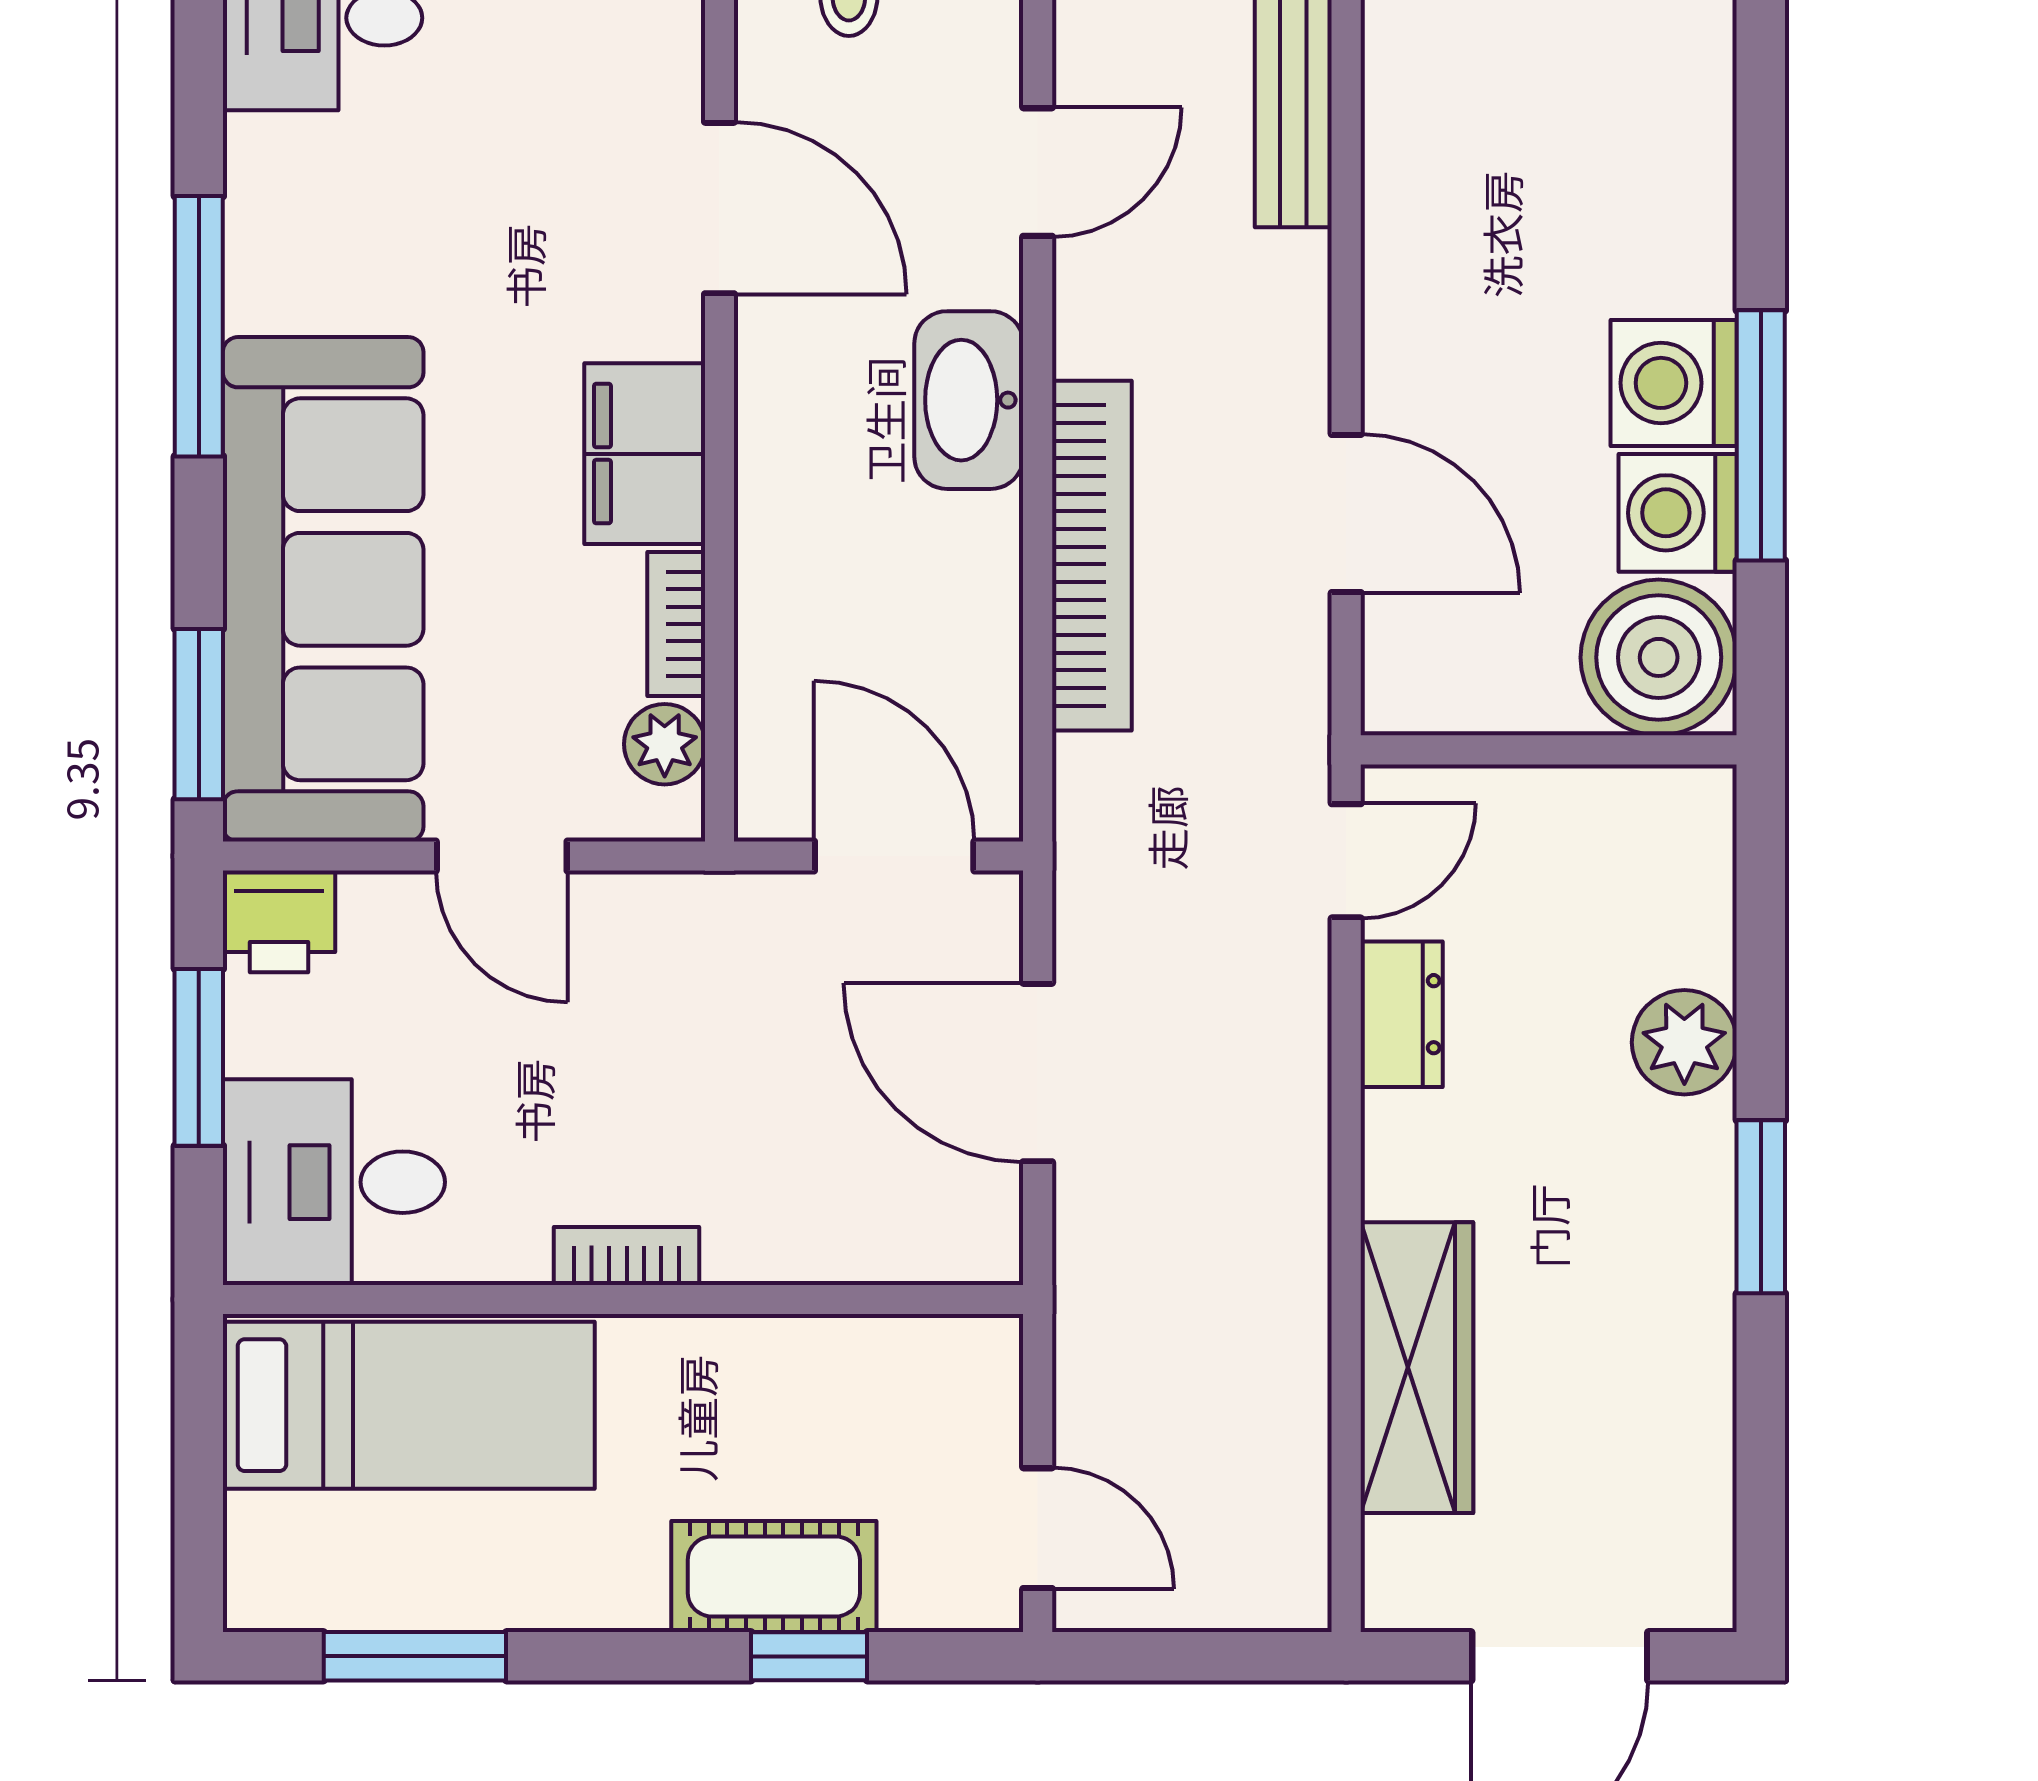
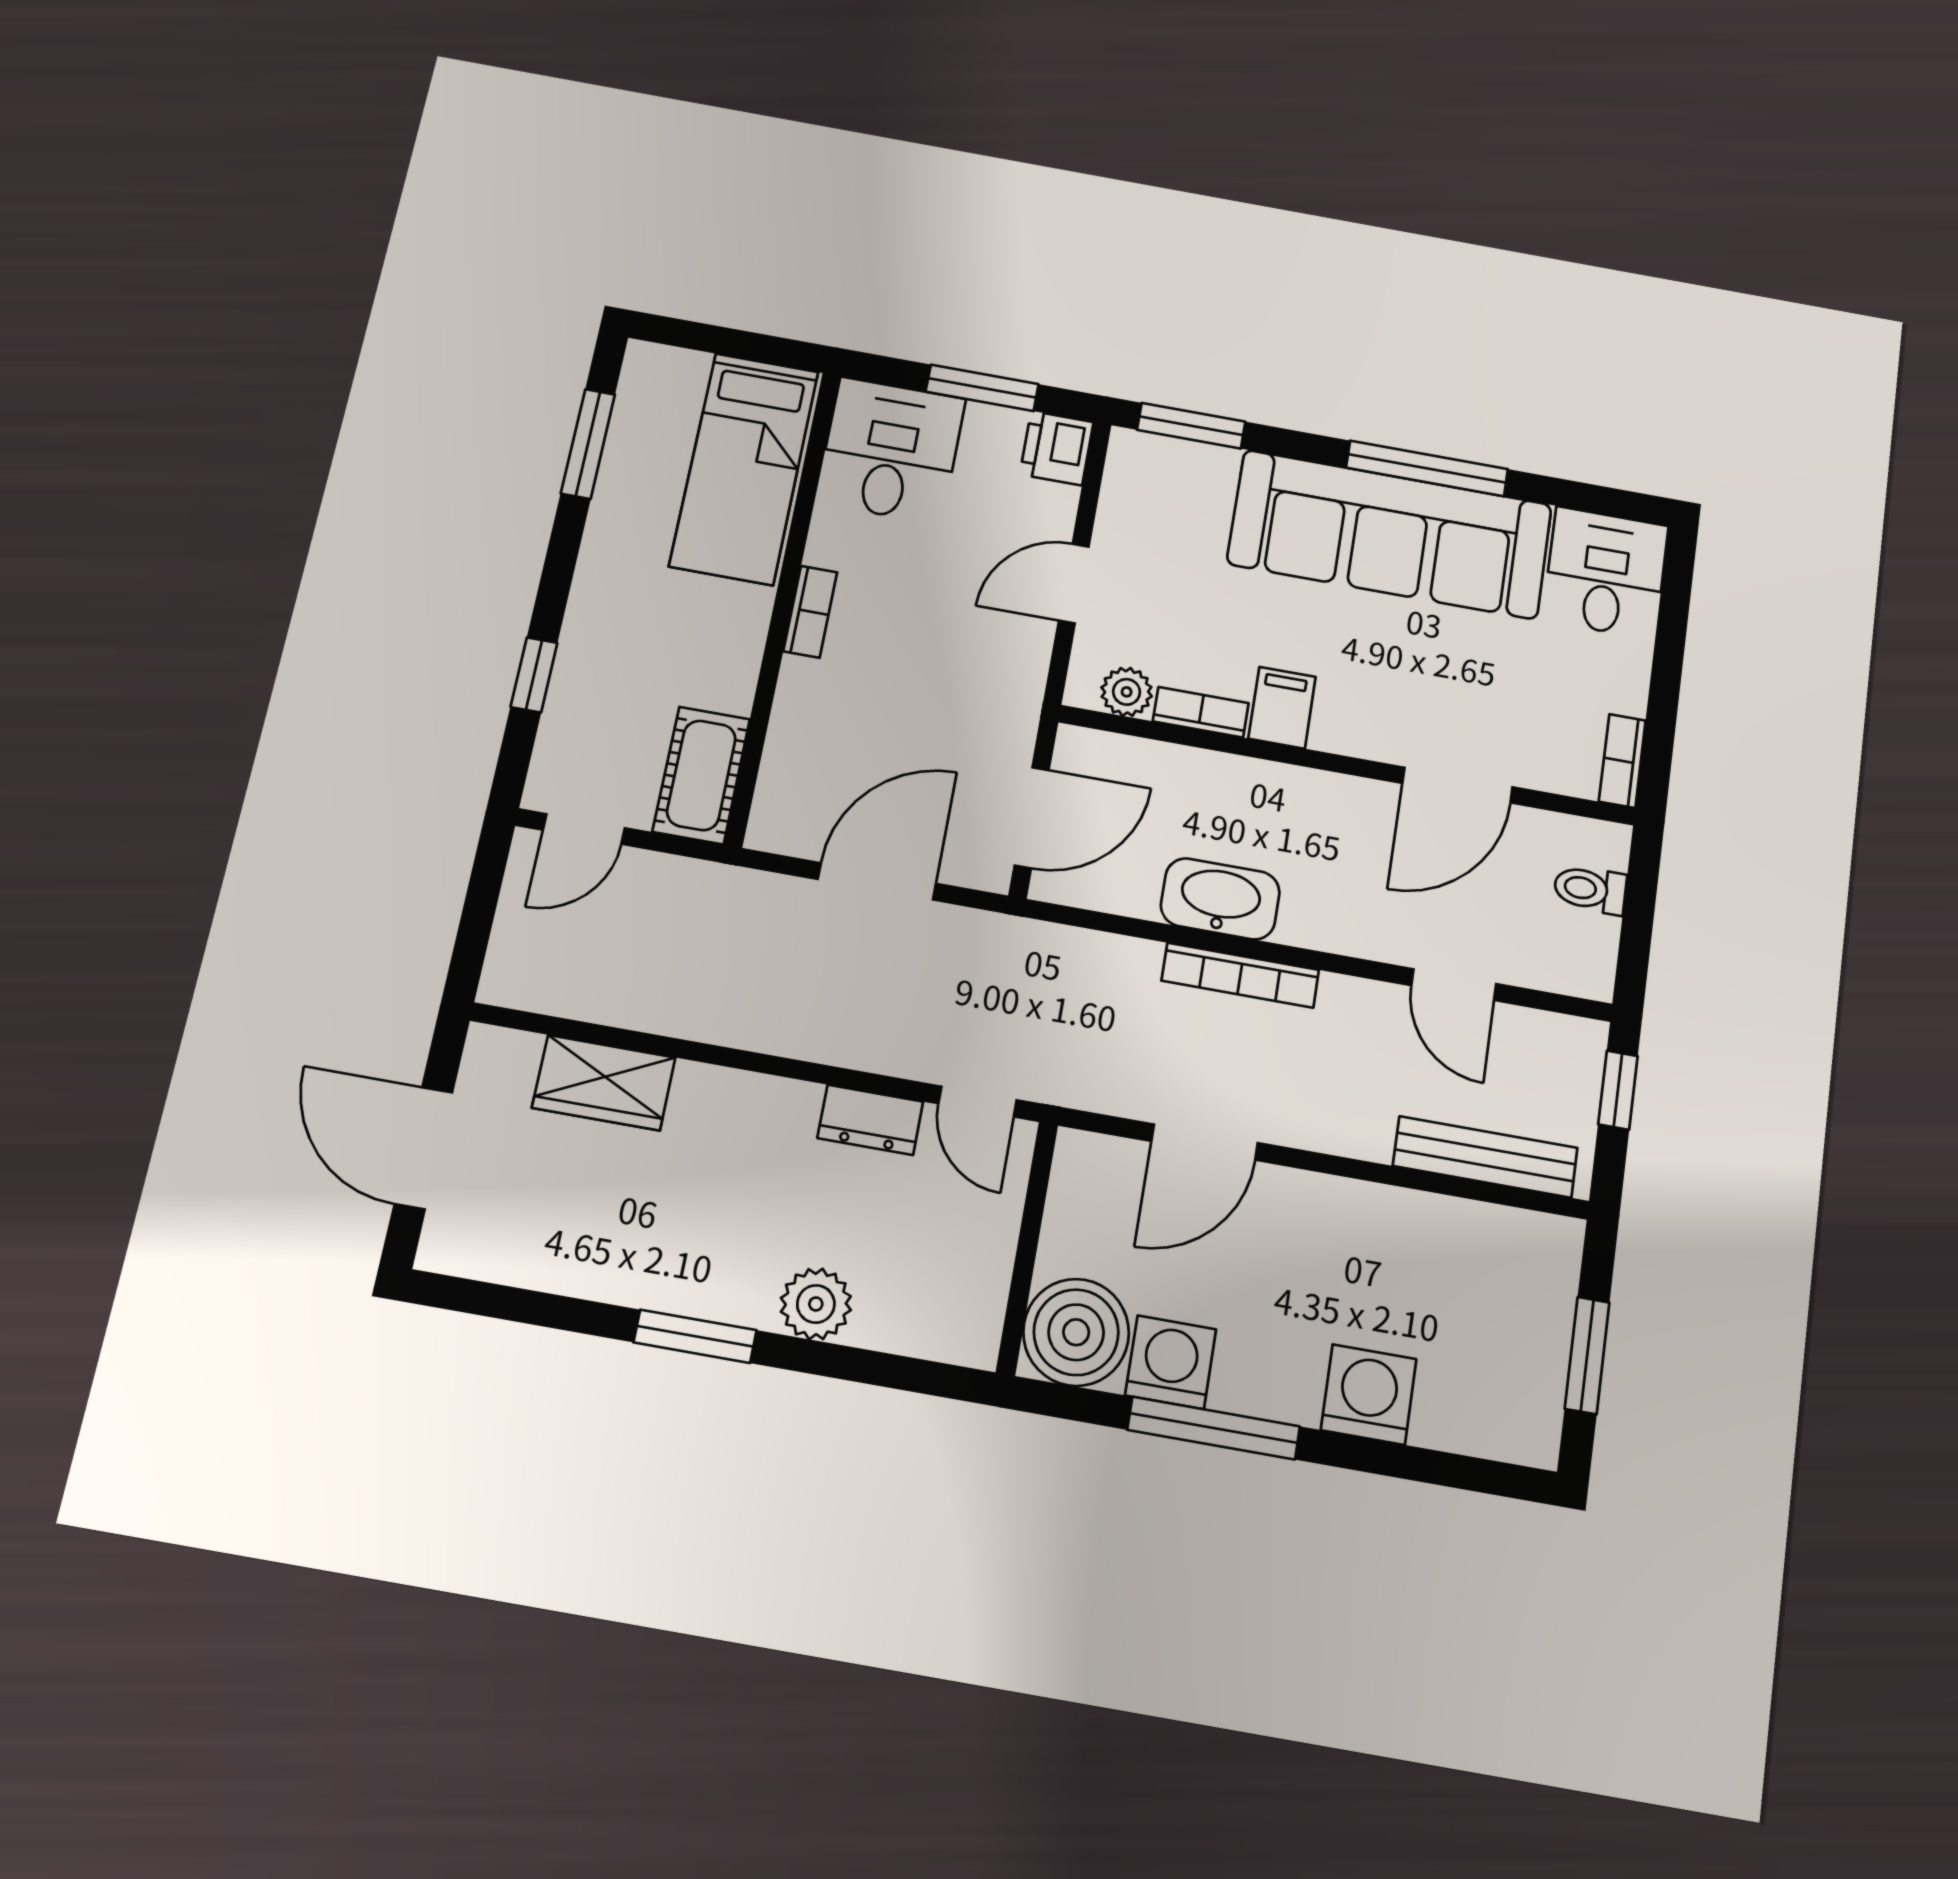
washing machine: (1674, 383) -> (1369, 1394), moved
washbasin: (969, 400) -> (1220, 899), moved
filing cabinet: (645, 454) -> (1282, 708), width x0.50
bookcase: (1092, 556) -> (1240, 975), width x0.68, depth x0.76
sofa: (323, 589) -> (1390, 534), moved
wardrobe: (1417, 1368) -> (604, 1083), width x0.67
cot: (774, 1576) -> (701, 775), moved

